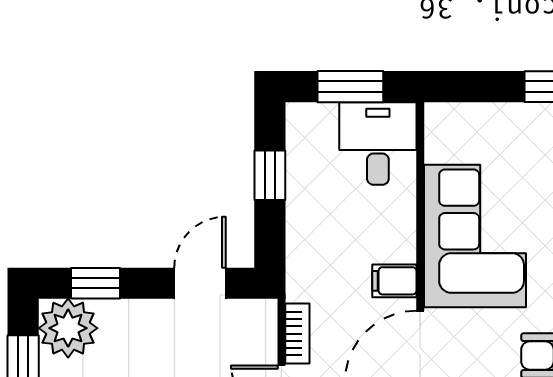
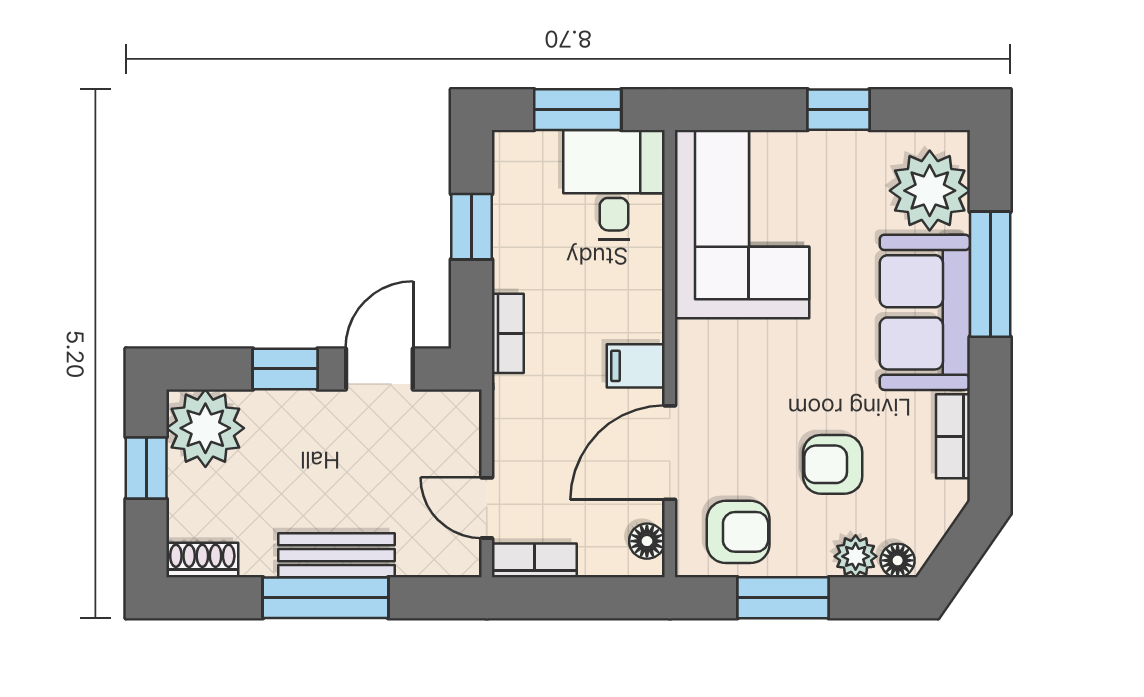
corner sofa: (475, 236) -> (742, 224), moved
window: (96, 283) -> (285, 369), moved
bookcase: (297, 334) -> (508, 333), moved

